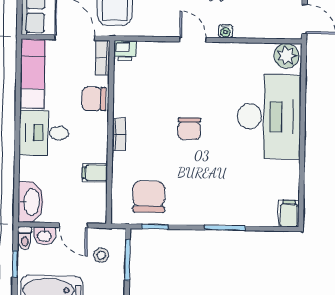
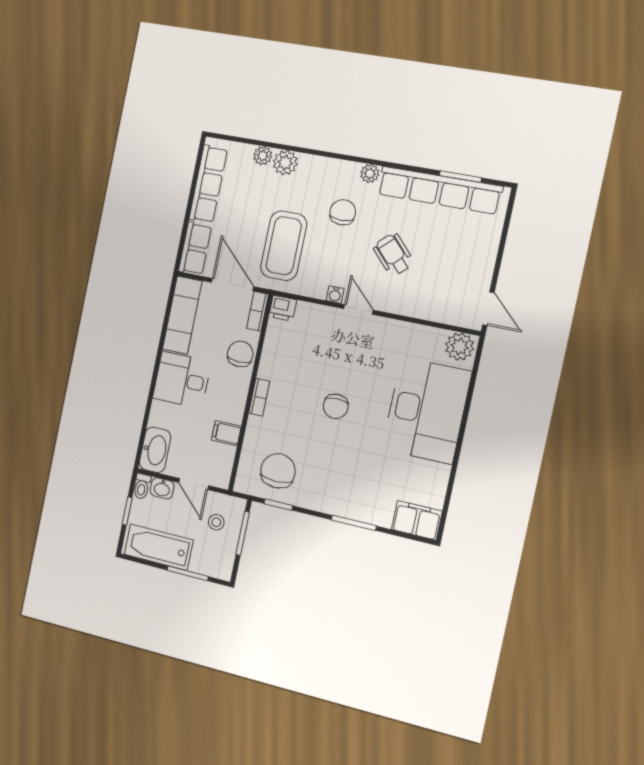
water cooler: (225, 31) -> (335, 295), moved
chair: (94, 99) -> (240, 354), turned 90
filing cabinet: (289, 214) -> (417, 520), width x2.00

